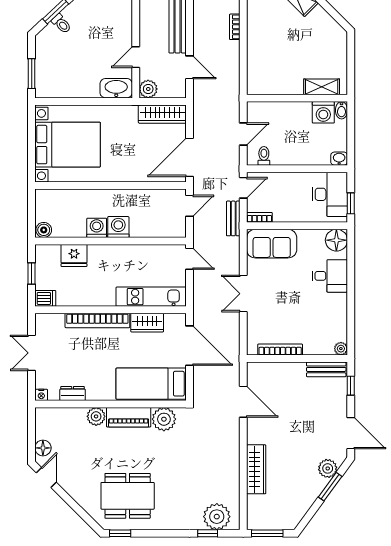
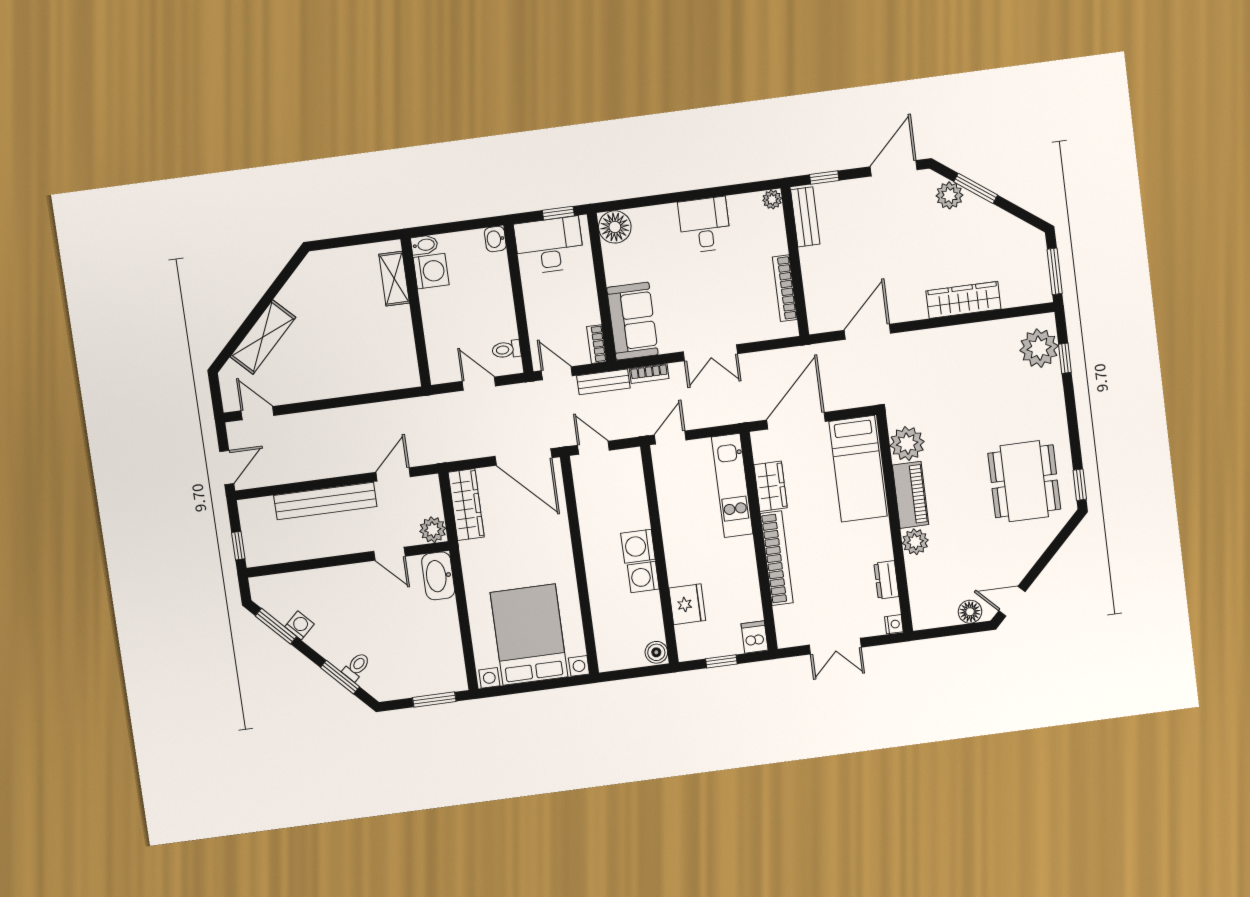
bookcase: (235, 27) -> (649, 374), moved
desk: (330, 276) -> (705, 225), moved

